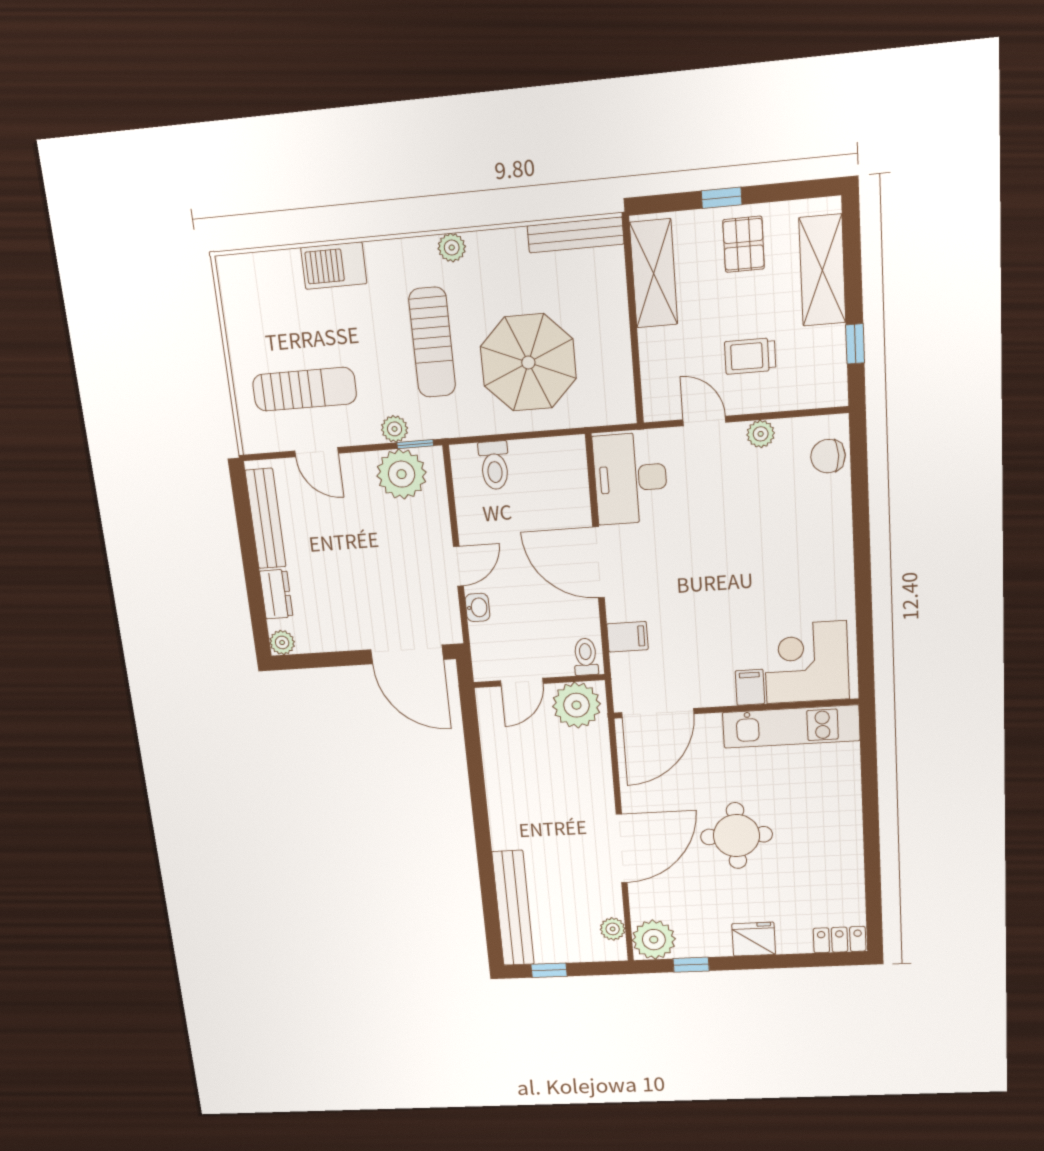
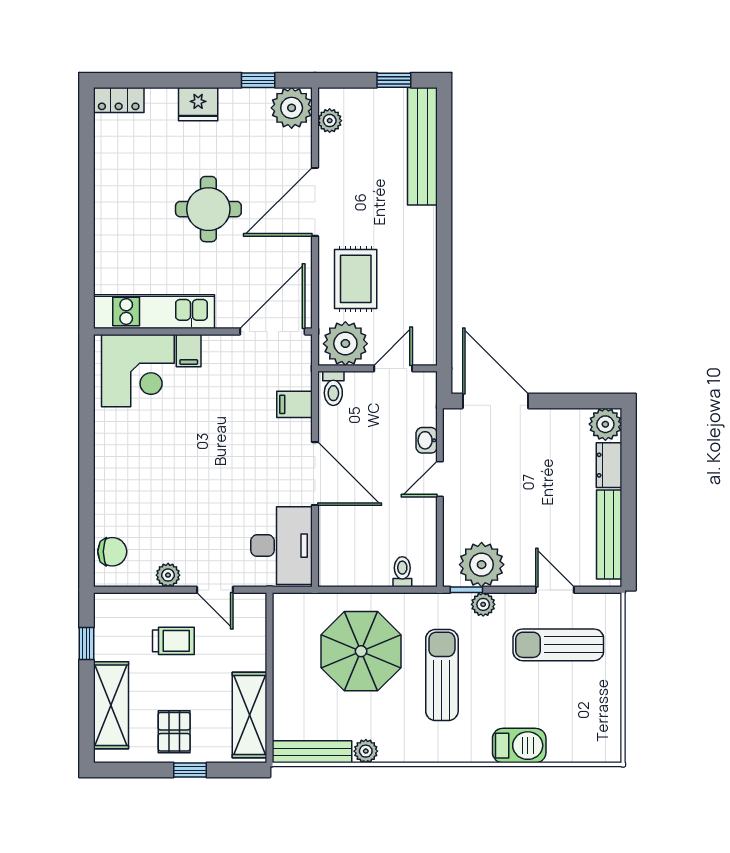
plant: (452, 248) -> (366, 751), moved
toilet: (494, 465) -> (402, 572), width x0.73, depth x0.72
plant: (282, 642) -> (605, 424), width x1.38, depth x1.38
rug: (571, 773) -> (356, 279), added

